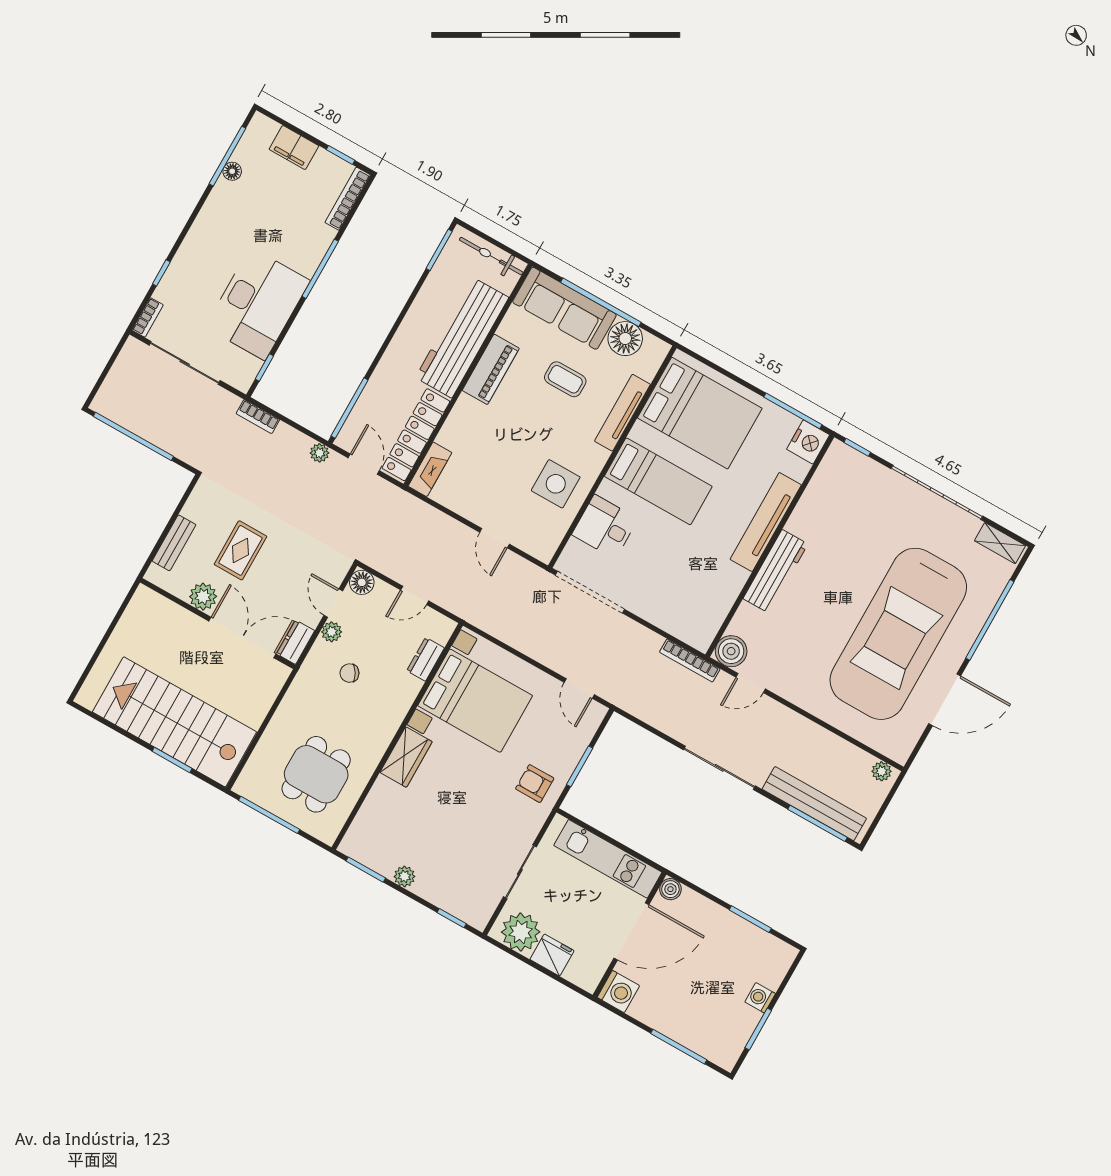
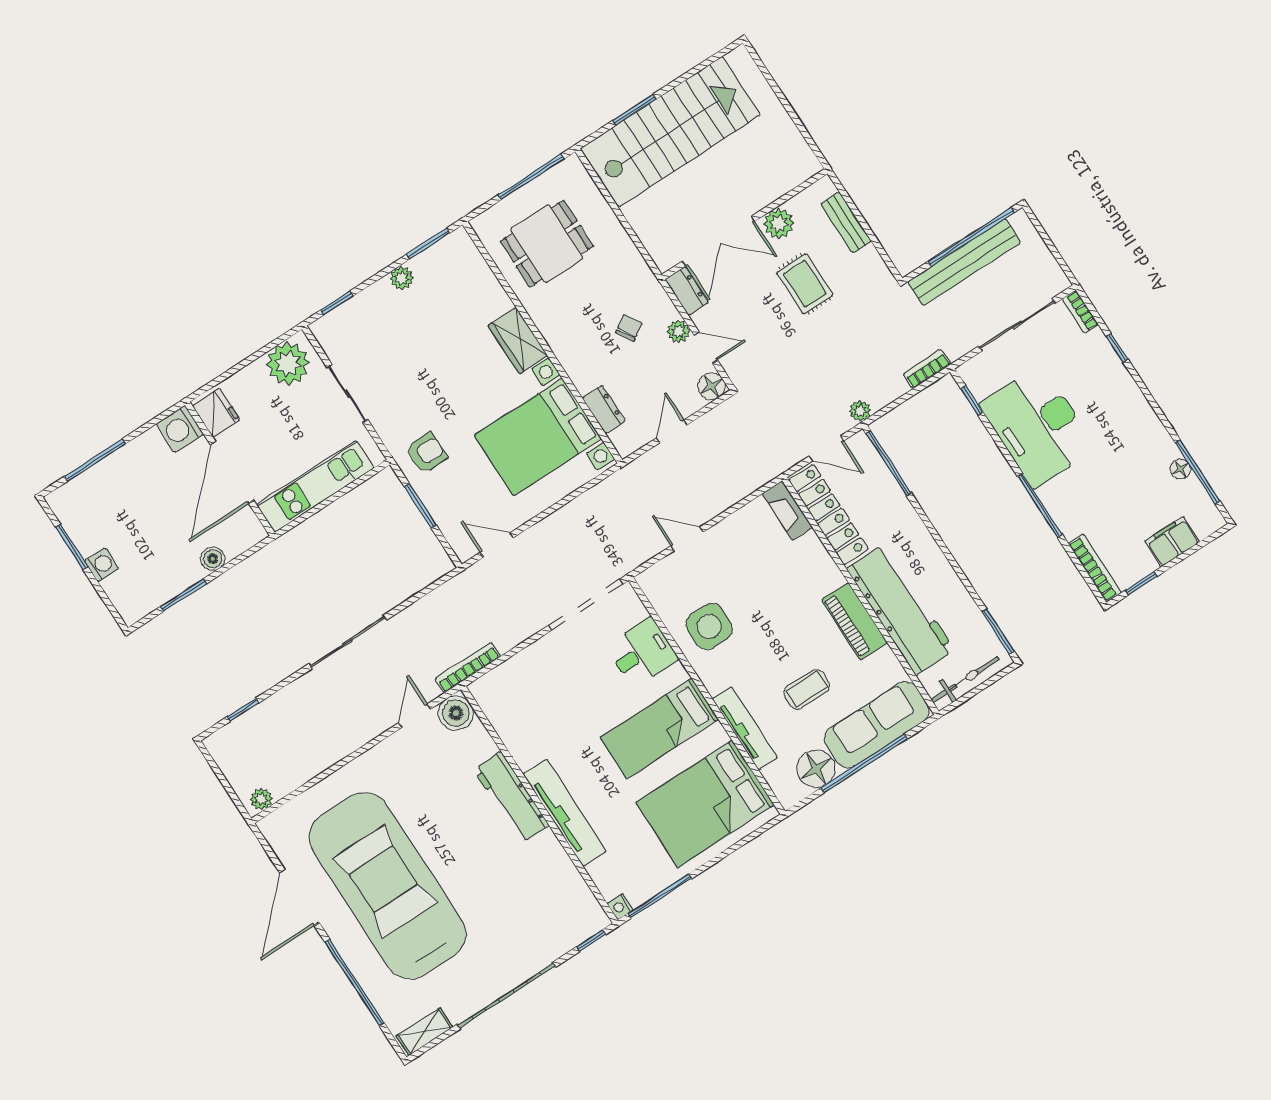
nightstand: (808, 442) -> (620, 907), width x0.53, depth x0.56
dining table: (316, 774) -> (547, 244), turned 90
bench: (814, 804) -> (964, 262), moved
window: (817, 823) -> (243, 710), width x0.46
boiler: (670, 889) -> (213, 559), moved
fridge: (552, 955) -> (216, 413), moved, turned -90

